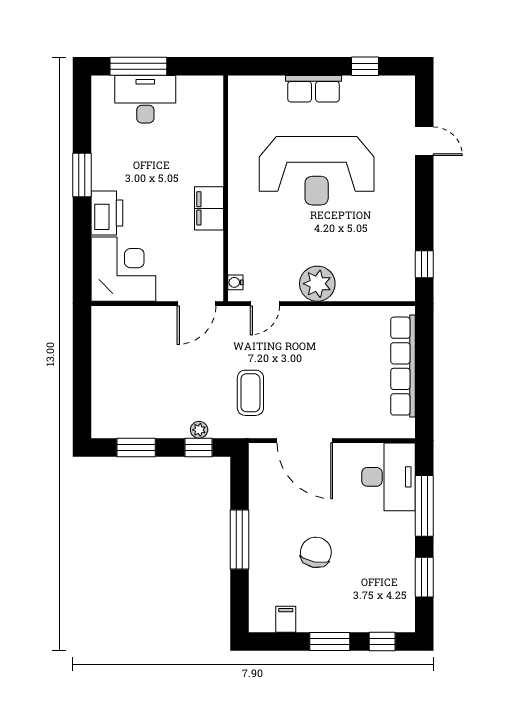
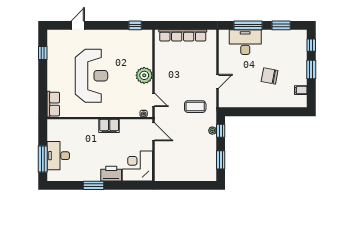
row of seats: (314, 89) -> (53, 104), moved
door: (305, 441) -> (217, 81), width x0.53
desk: (388, 477) -> (245, 42), moved
window: (239, 539) -> (264, 112), removed

